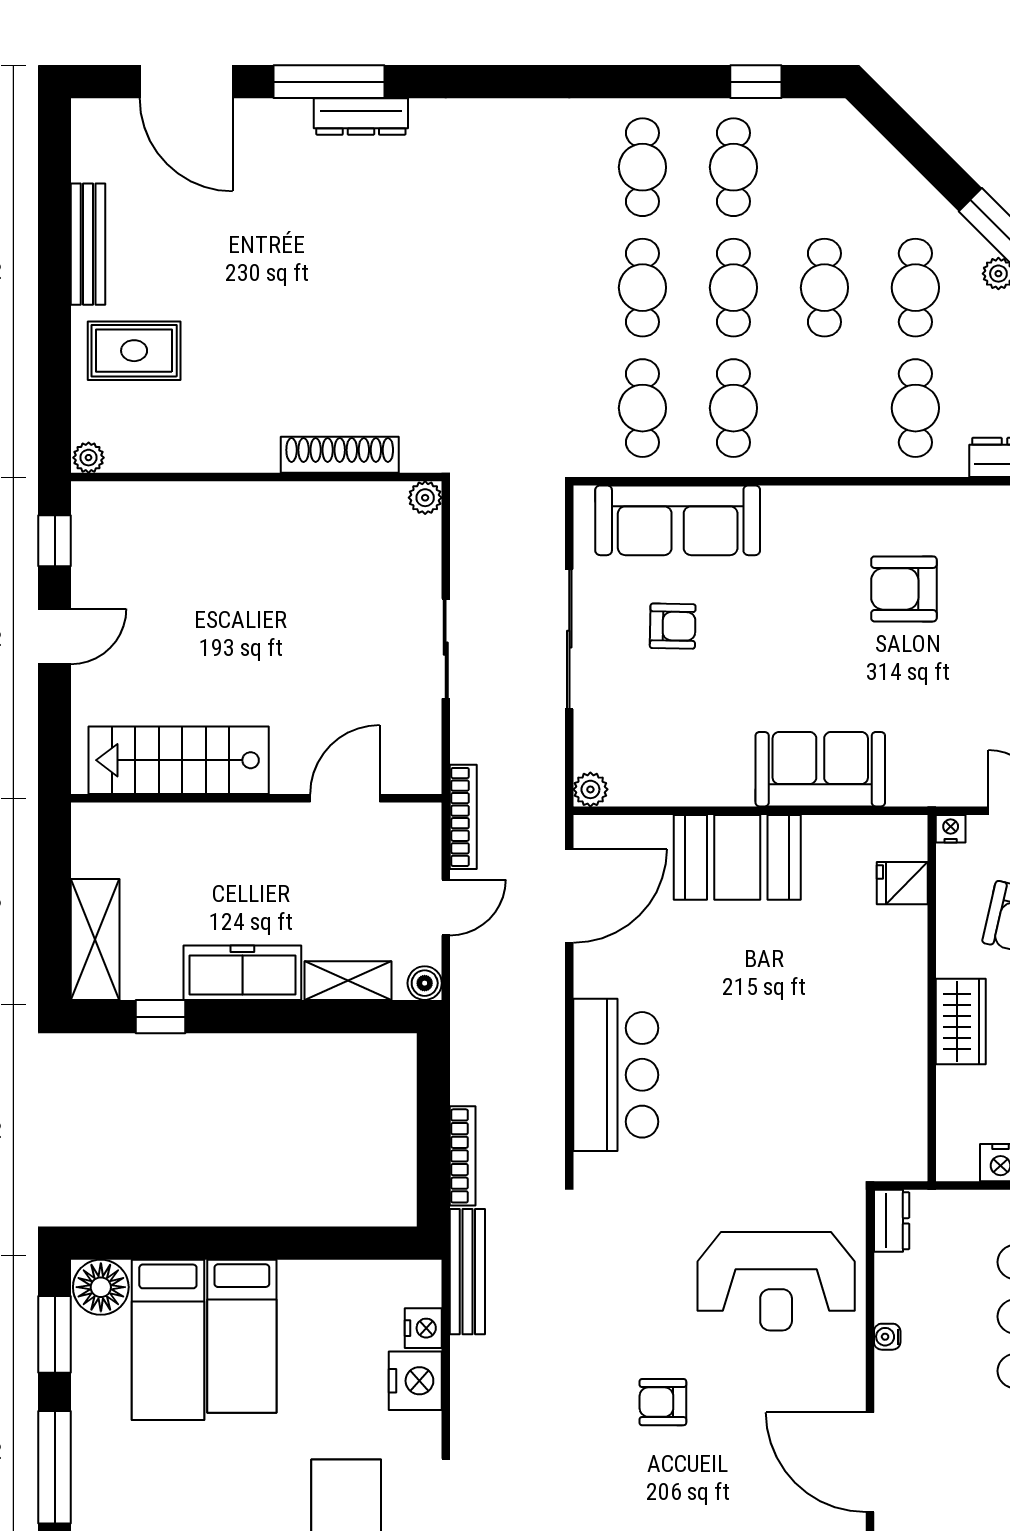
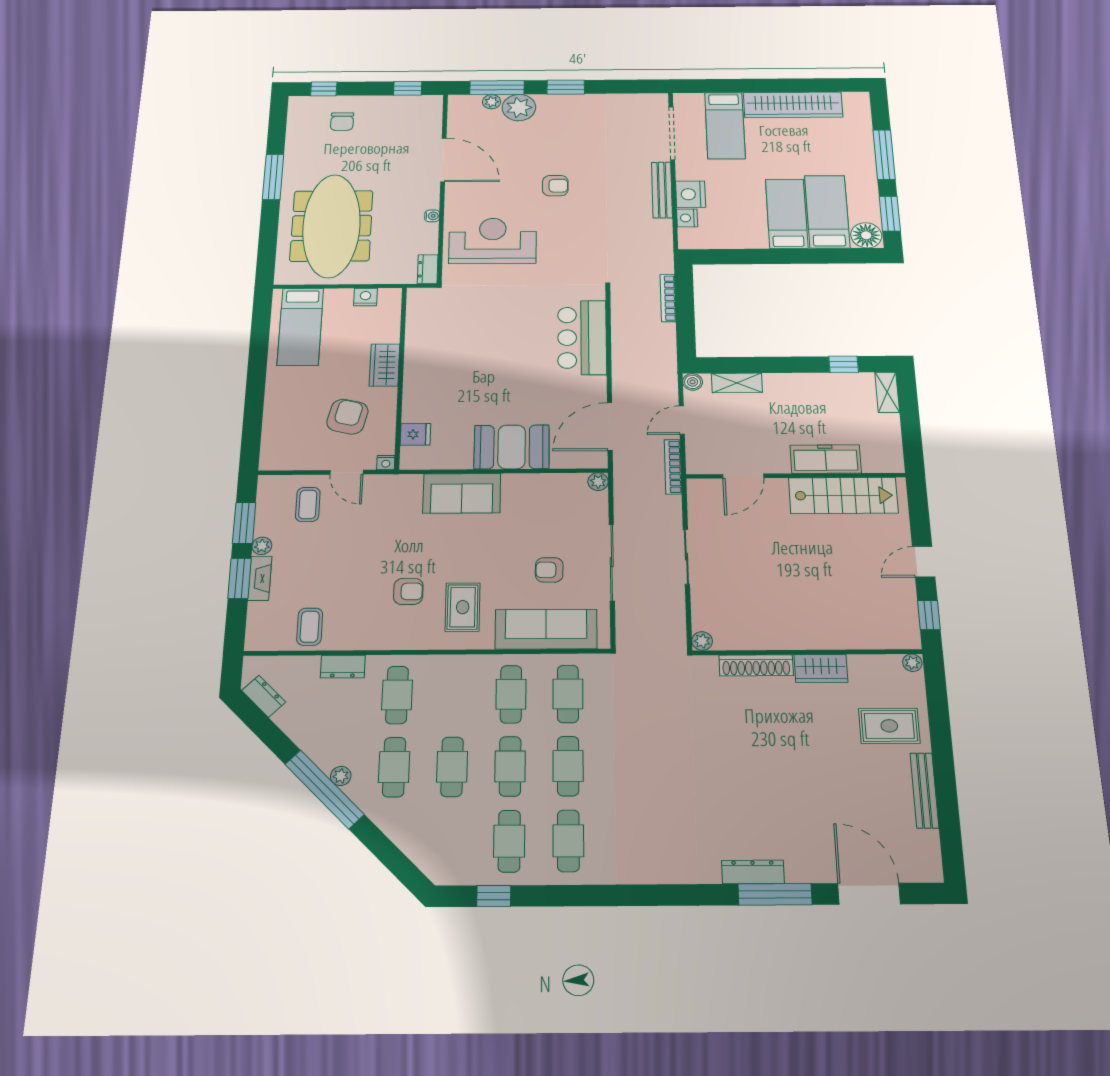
wardrobe: (236, 449) -> (821, 668), added
rug: (814, 560) -> (463, 607), added
armchair: (904, 589) -> (408, 591), width x0.72, depth x0.72
shelving: (95, 939) -> (887, 392), width x0.67, depth x0.75
freezer: (242, 973) -> (826, 459), moved, turned 180
bench: (467, 1272) -> (662, 190), moved

